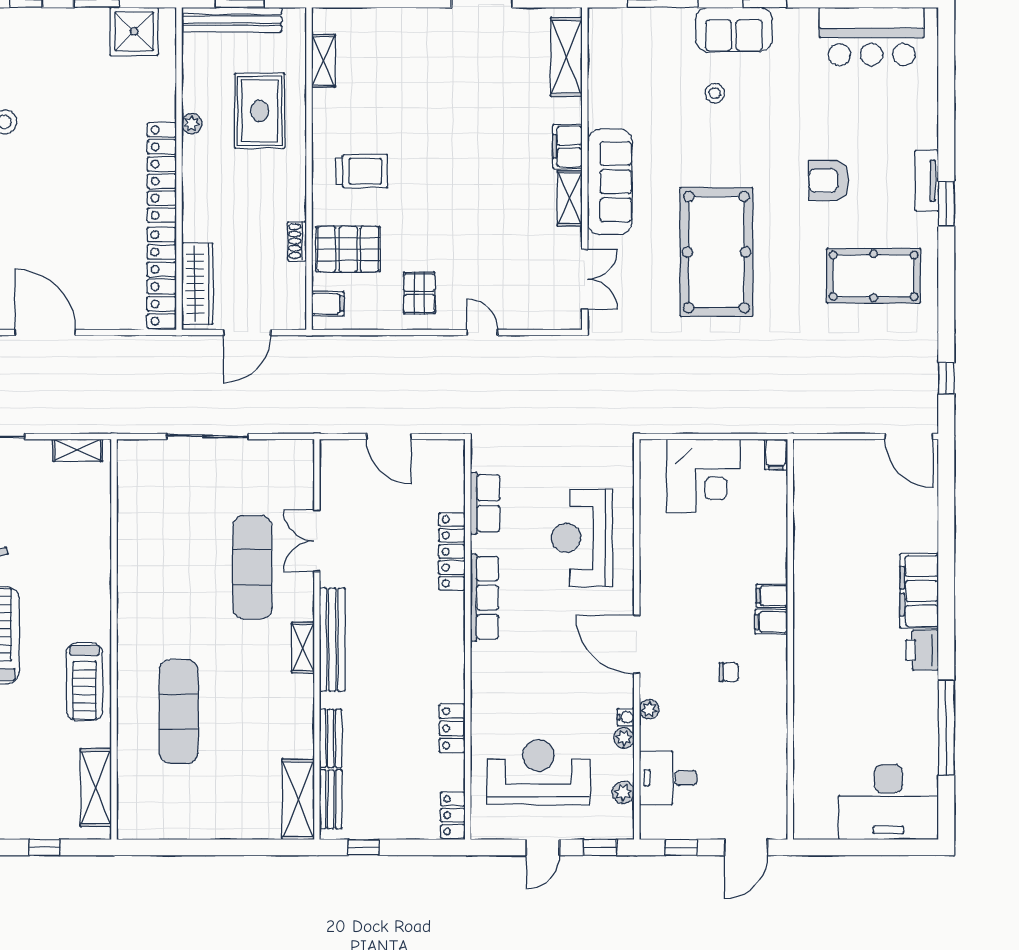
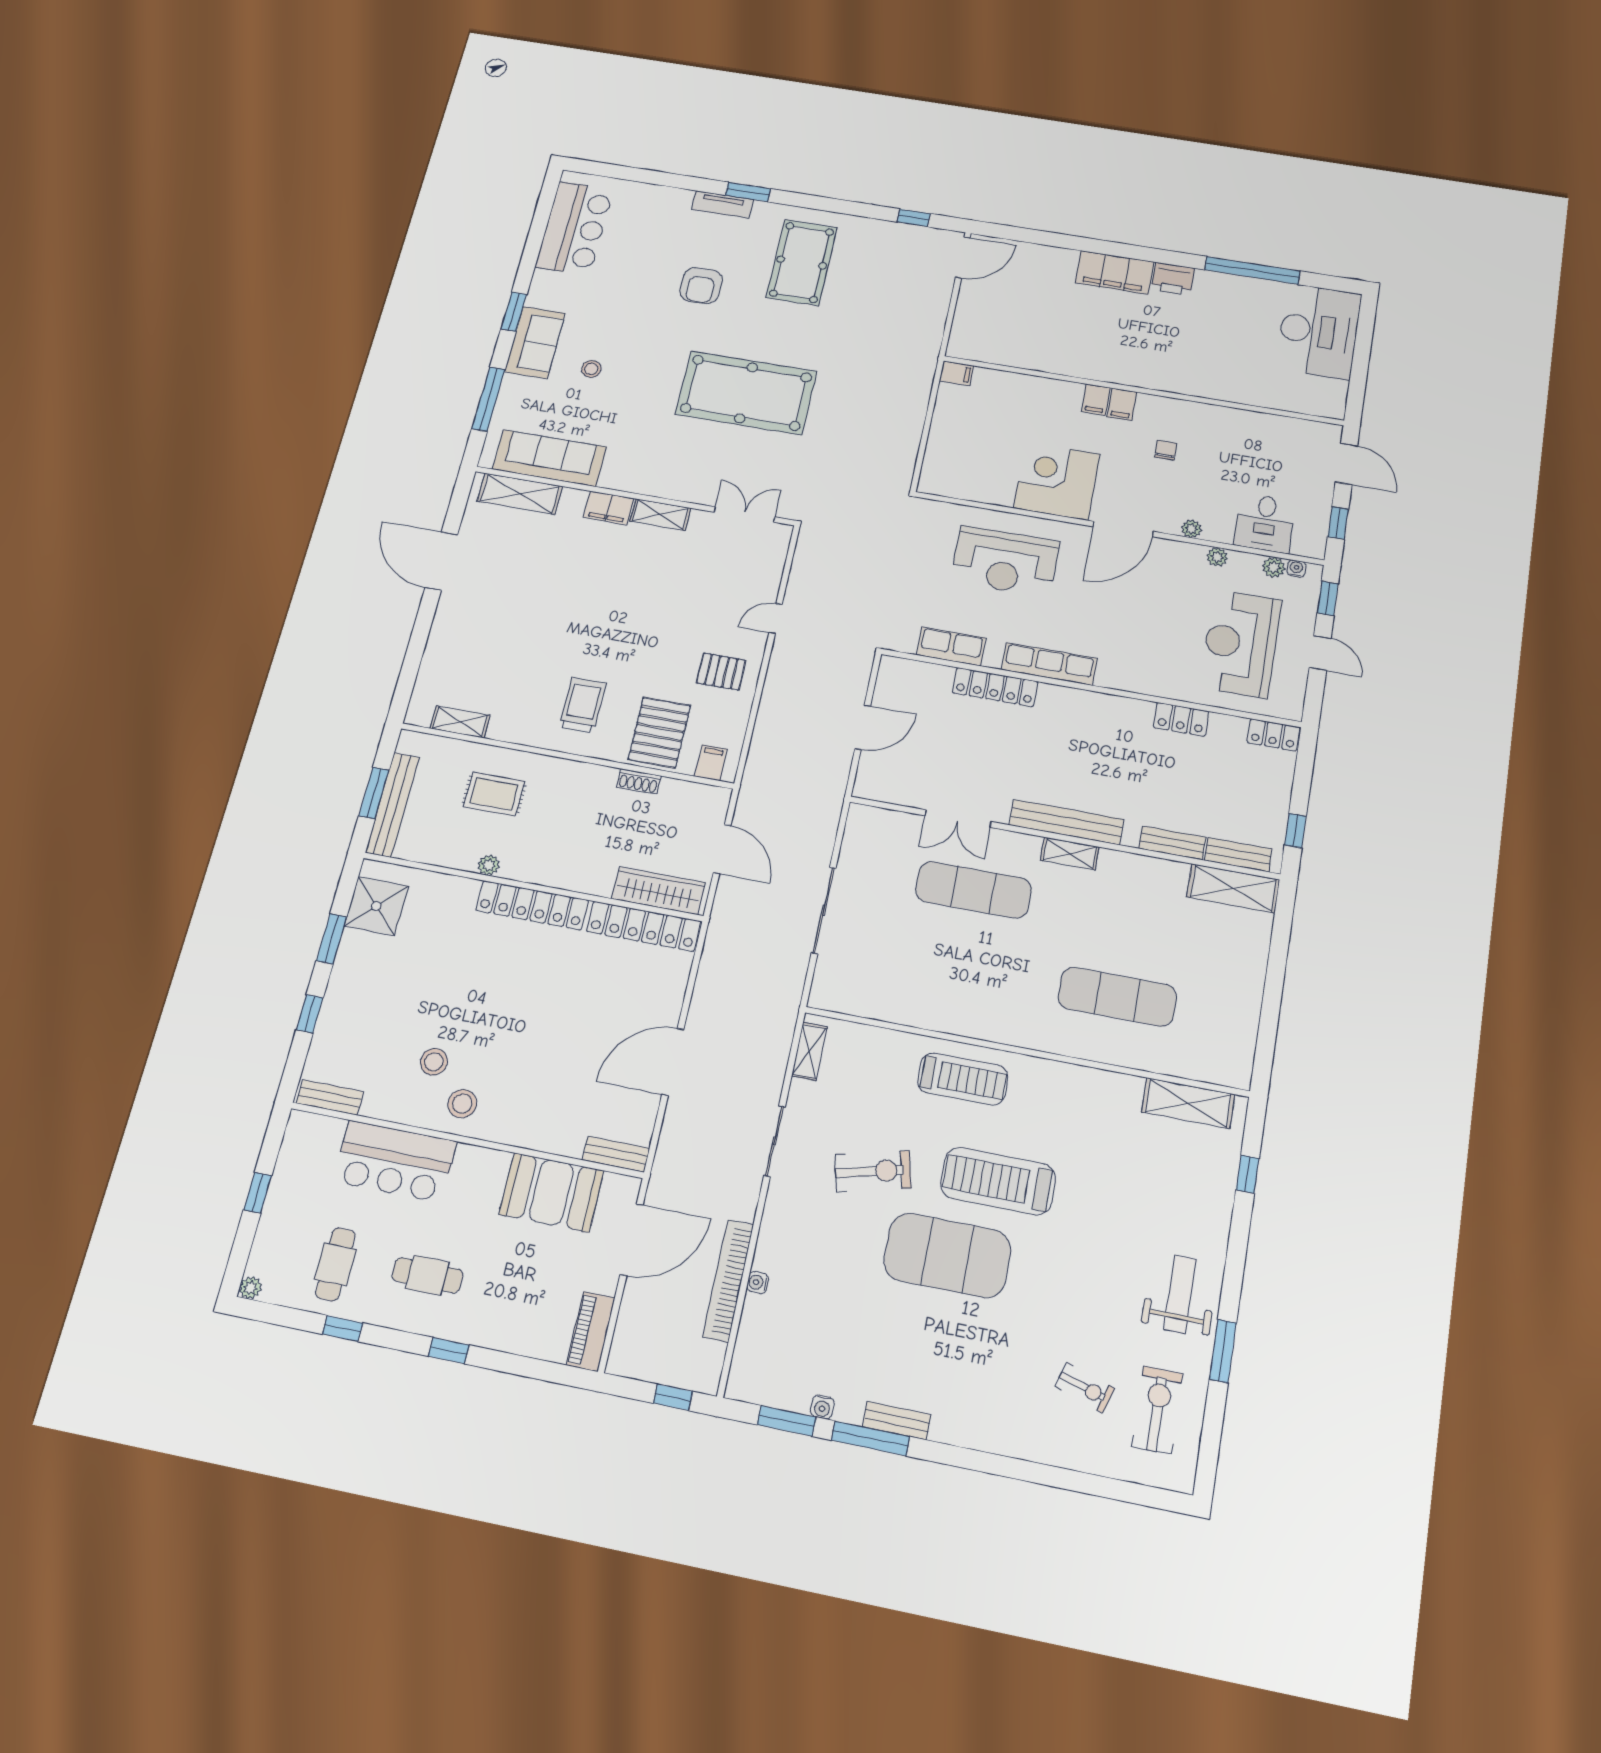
rug: (260, 111) -> (494, 794), width x0.73, depth x0.70
sofa: (610, 182) -> (549, 458), moved
corner desk: (703, 476) -> (1057, 481), moved, turned -90
treadmill: (84, 682) -> (963, 1079), moved
water cooler: (626, 717) -> (1296, 569), moved

